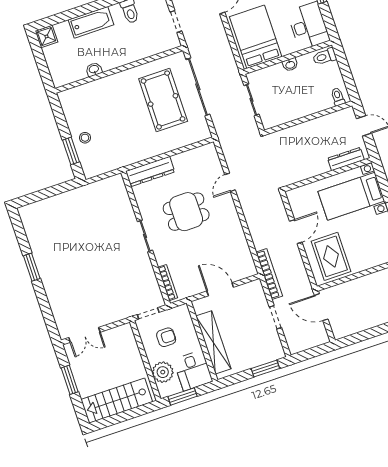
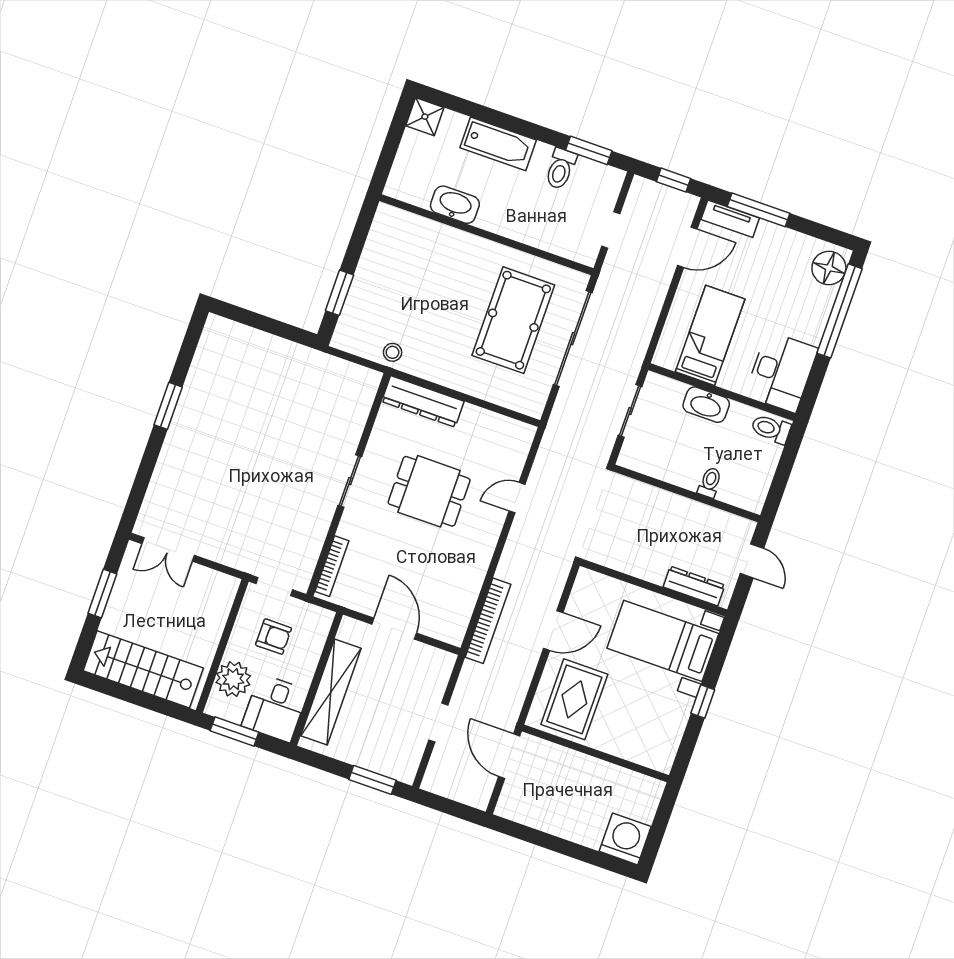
bed: (256, 37) -> (710, 335), width x0.67
washbasin: (290, 65) -> (706, 405), width x1.91, depth x1.45
washbasin: (94, 69) -> (455, 205), width x1.91, depth x1.45
toilet: (338, 97) -> (710, 482), moved
stool: (85, 138) -> (393, 352), moved
bookcase: (269, 274) -> (488, 621), moved

